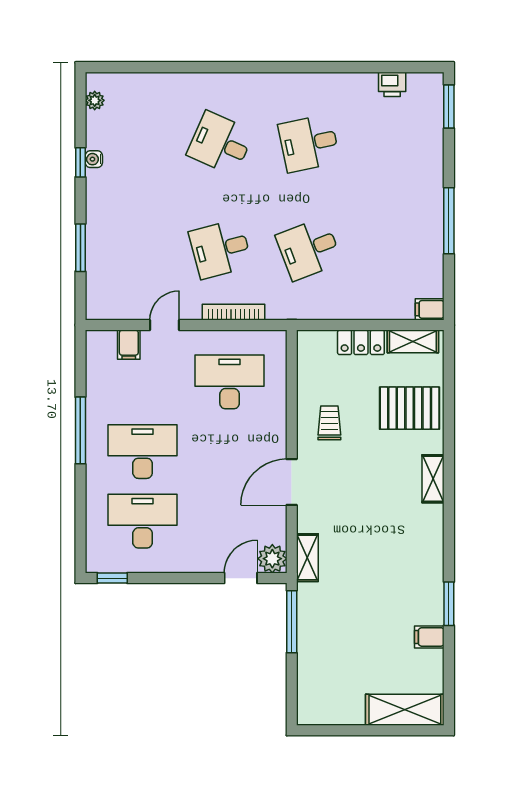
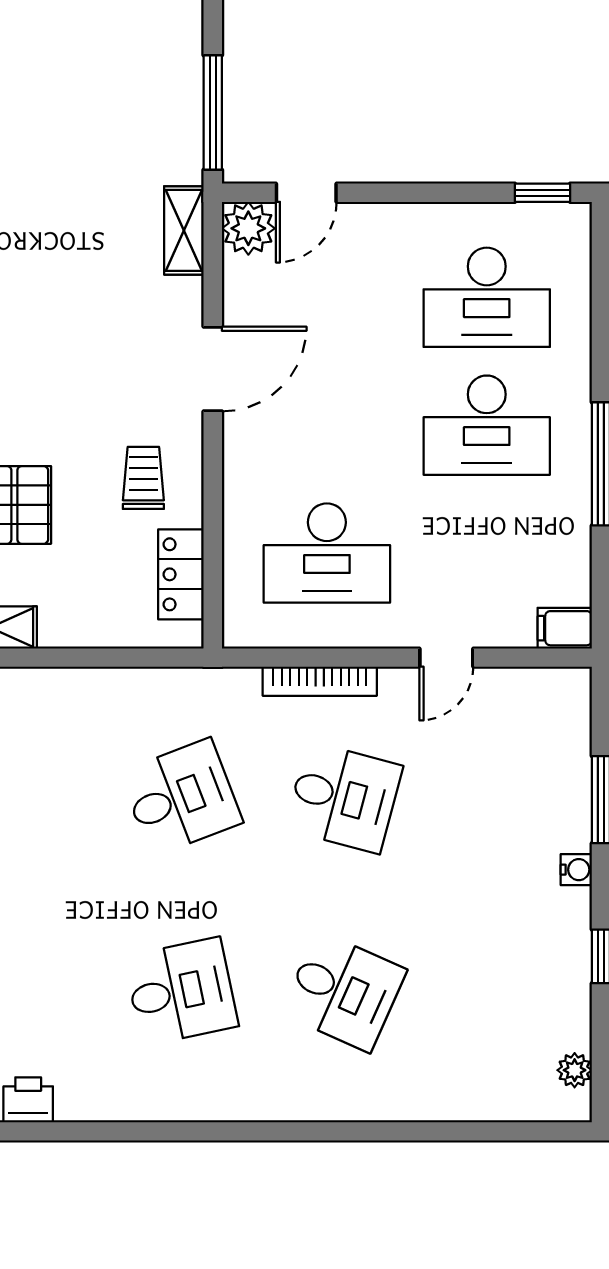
water cooler: (94, 159) -> (576, 870), moved
desk: (220, 249) -> (344, 797), turned 30
locker: (361, 342) -> (181, 574), moved, turned -90
filing cabinet: (129, 345) -> (565, 628), moved, turned -90
trolley: (329, 423) -> (143, 478), turned 180

